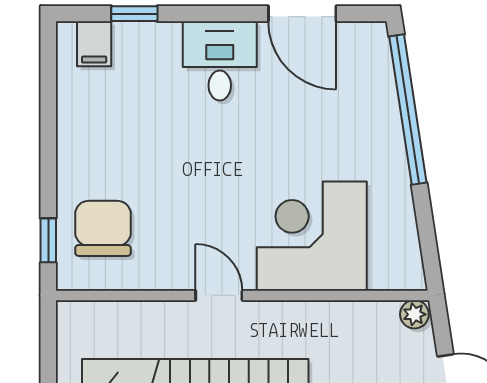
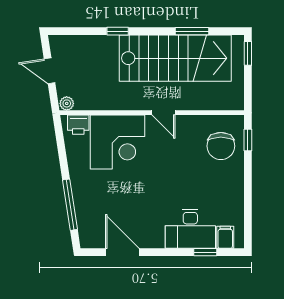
desk: (220, 61) -> (190, 229), moved, width x1.37
window: (408, 110) -> (70, 205), width x0.68
printer: (391, 271) -> (78, 125), added

